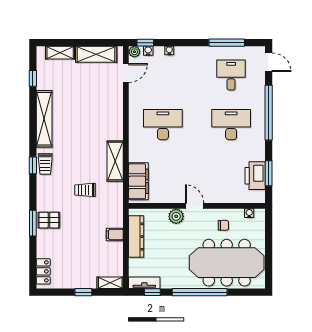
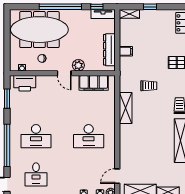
printer: (255, 176) -> (25, 83), moved, turned 90
filing cabinet: (138, 181) -> (94, 83), moved, turned -90

